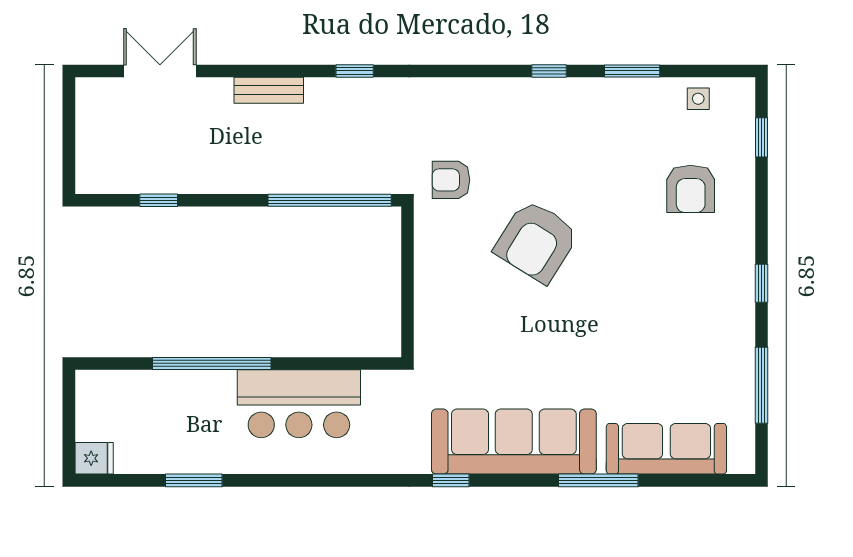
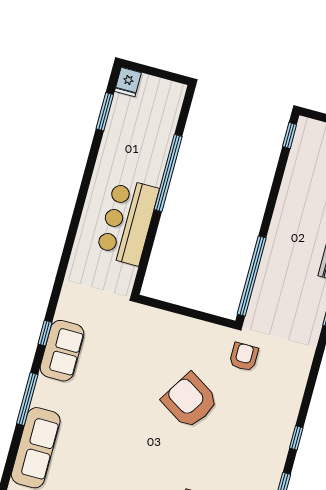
window: (159, 200) -> (290, 136), moved
sofa: (514, 442) -> (62, 351), width x0.54, depth x0.79
window: (194, 480) -> (105, 112), moved
window: (451, 480) -> (45, 333), moved

